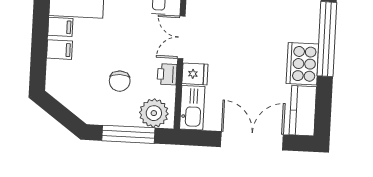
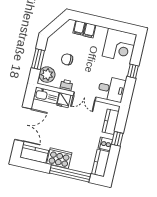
filing cabinet: (60, 27) -> (79, 28), moved
double door: (181, 37) -> (85, 96), swing flipped
window: (128, 134) -> (38, 59), width x0.69

